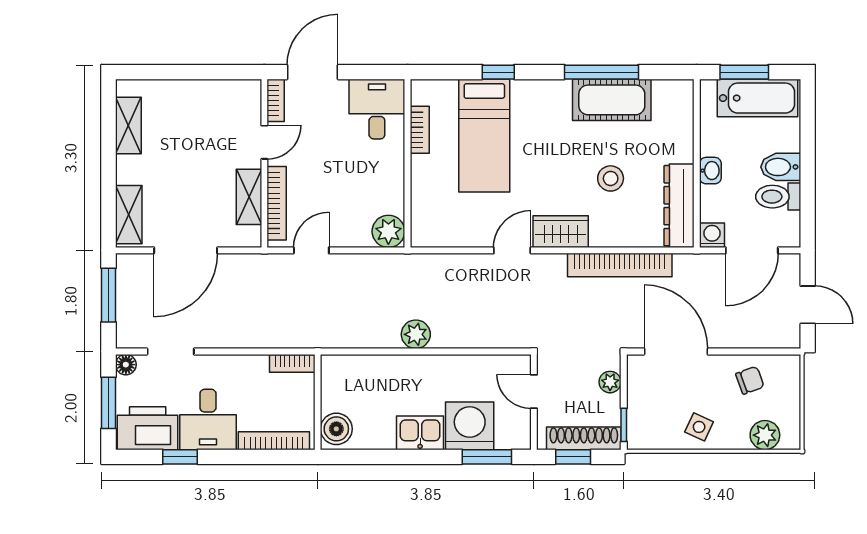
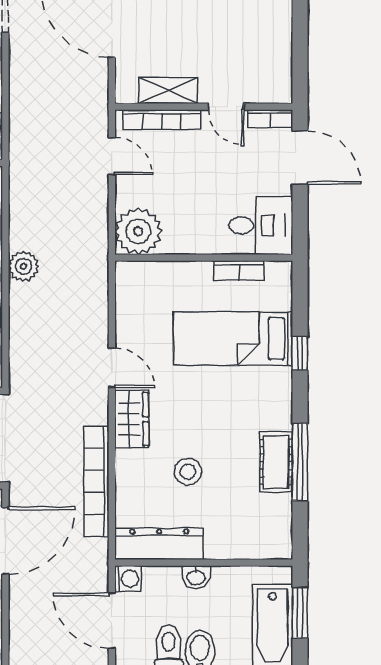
cot: (612, 100) -> (276, 462), width x0.73, depth x0.75
plant: (388, 231) -> (138, 231), width x1.36, depth x1.36

